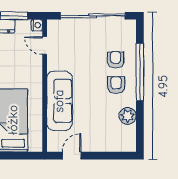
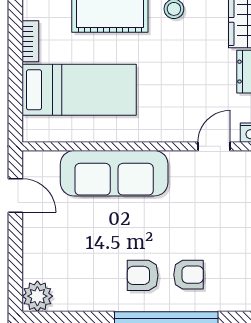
armchair: (116, 85) -> (143, 275), turned 180
plant: (128, 116) -> (37, 296), moved

